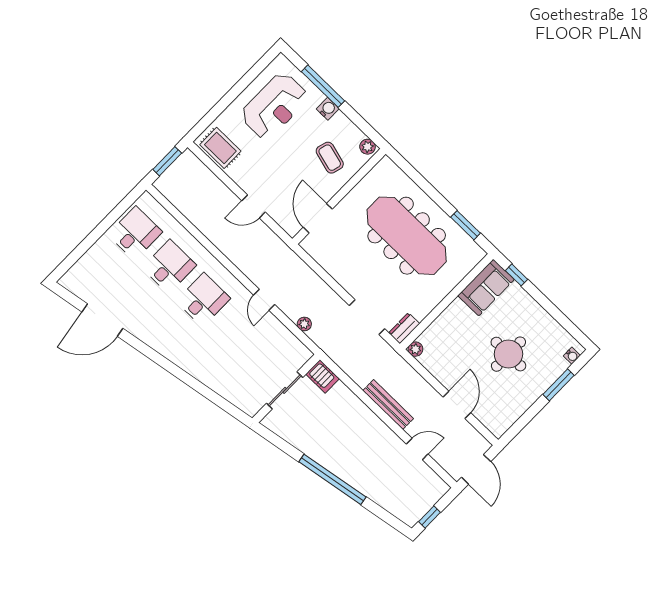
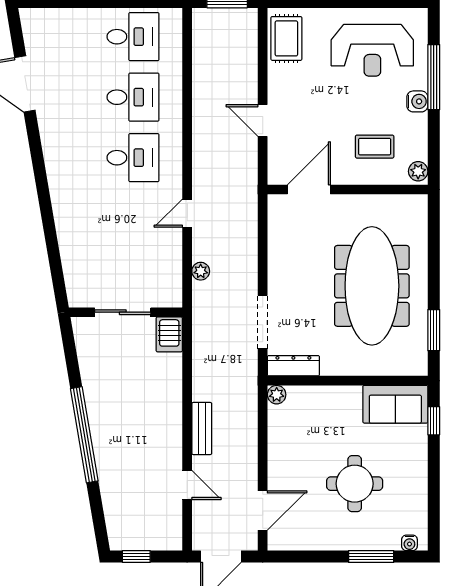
coffee table: (330, 158) -> (375, 147), turned 75
dresser: (404, 328) -> (293, 366), width x1.44
bench: (388, 405) -> (202, 429), width x0.73
door: (457, 405) -> (263, 511), moved

